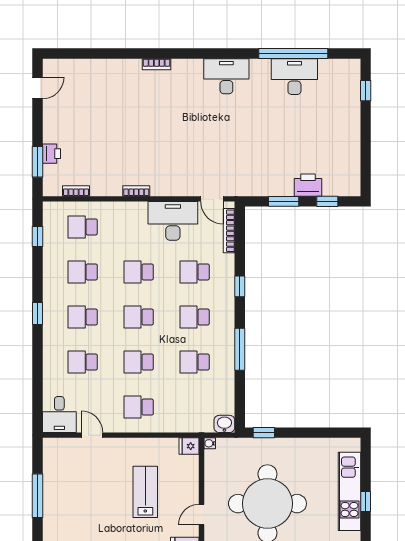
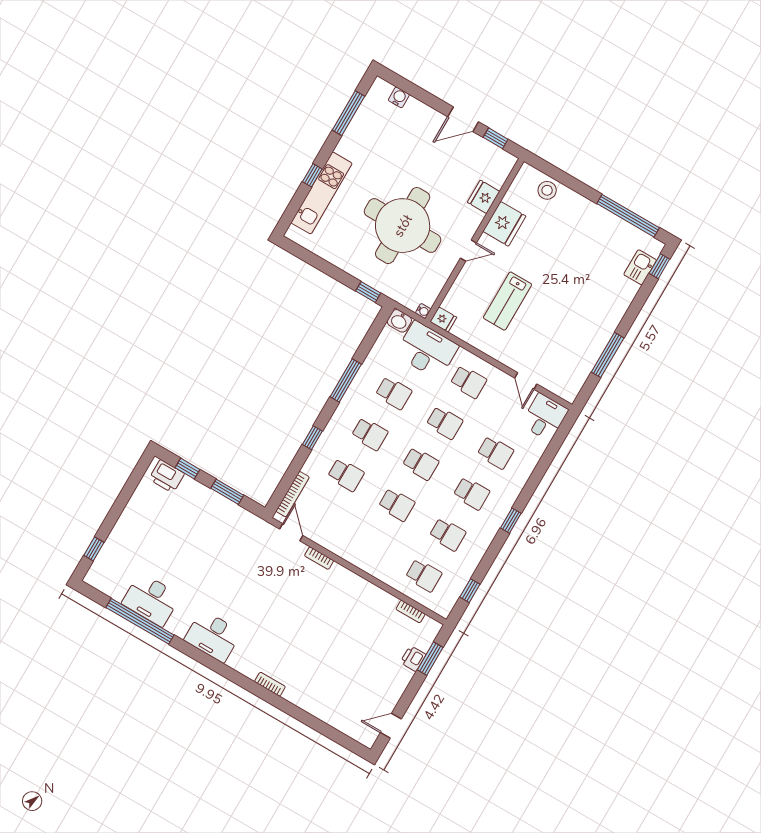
printer: (308, 185) -> (167, 476), moved
bookcase: (136, 191) -> (319, 558), moved
desk: (173, 221) -> (427, 350), moved, turned 180

